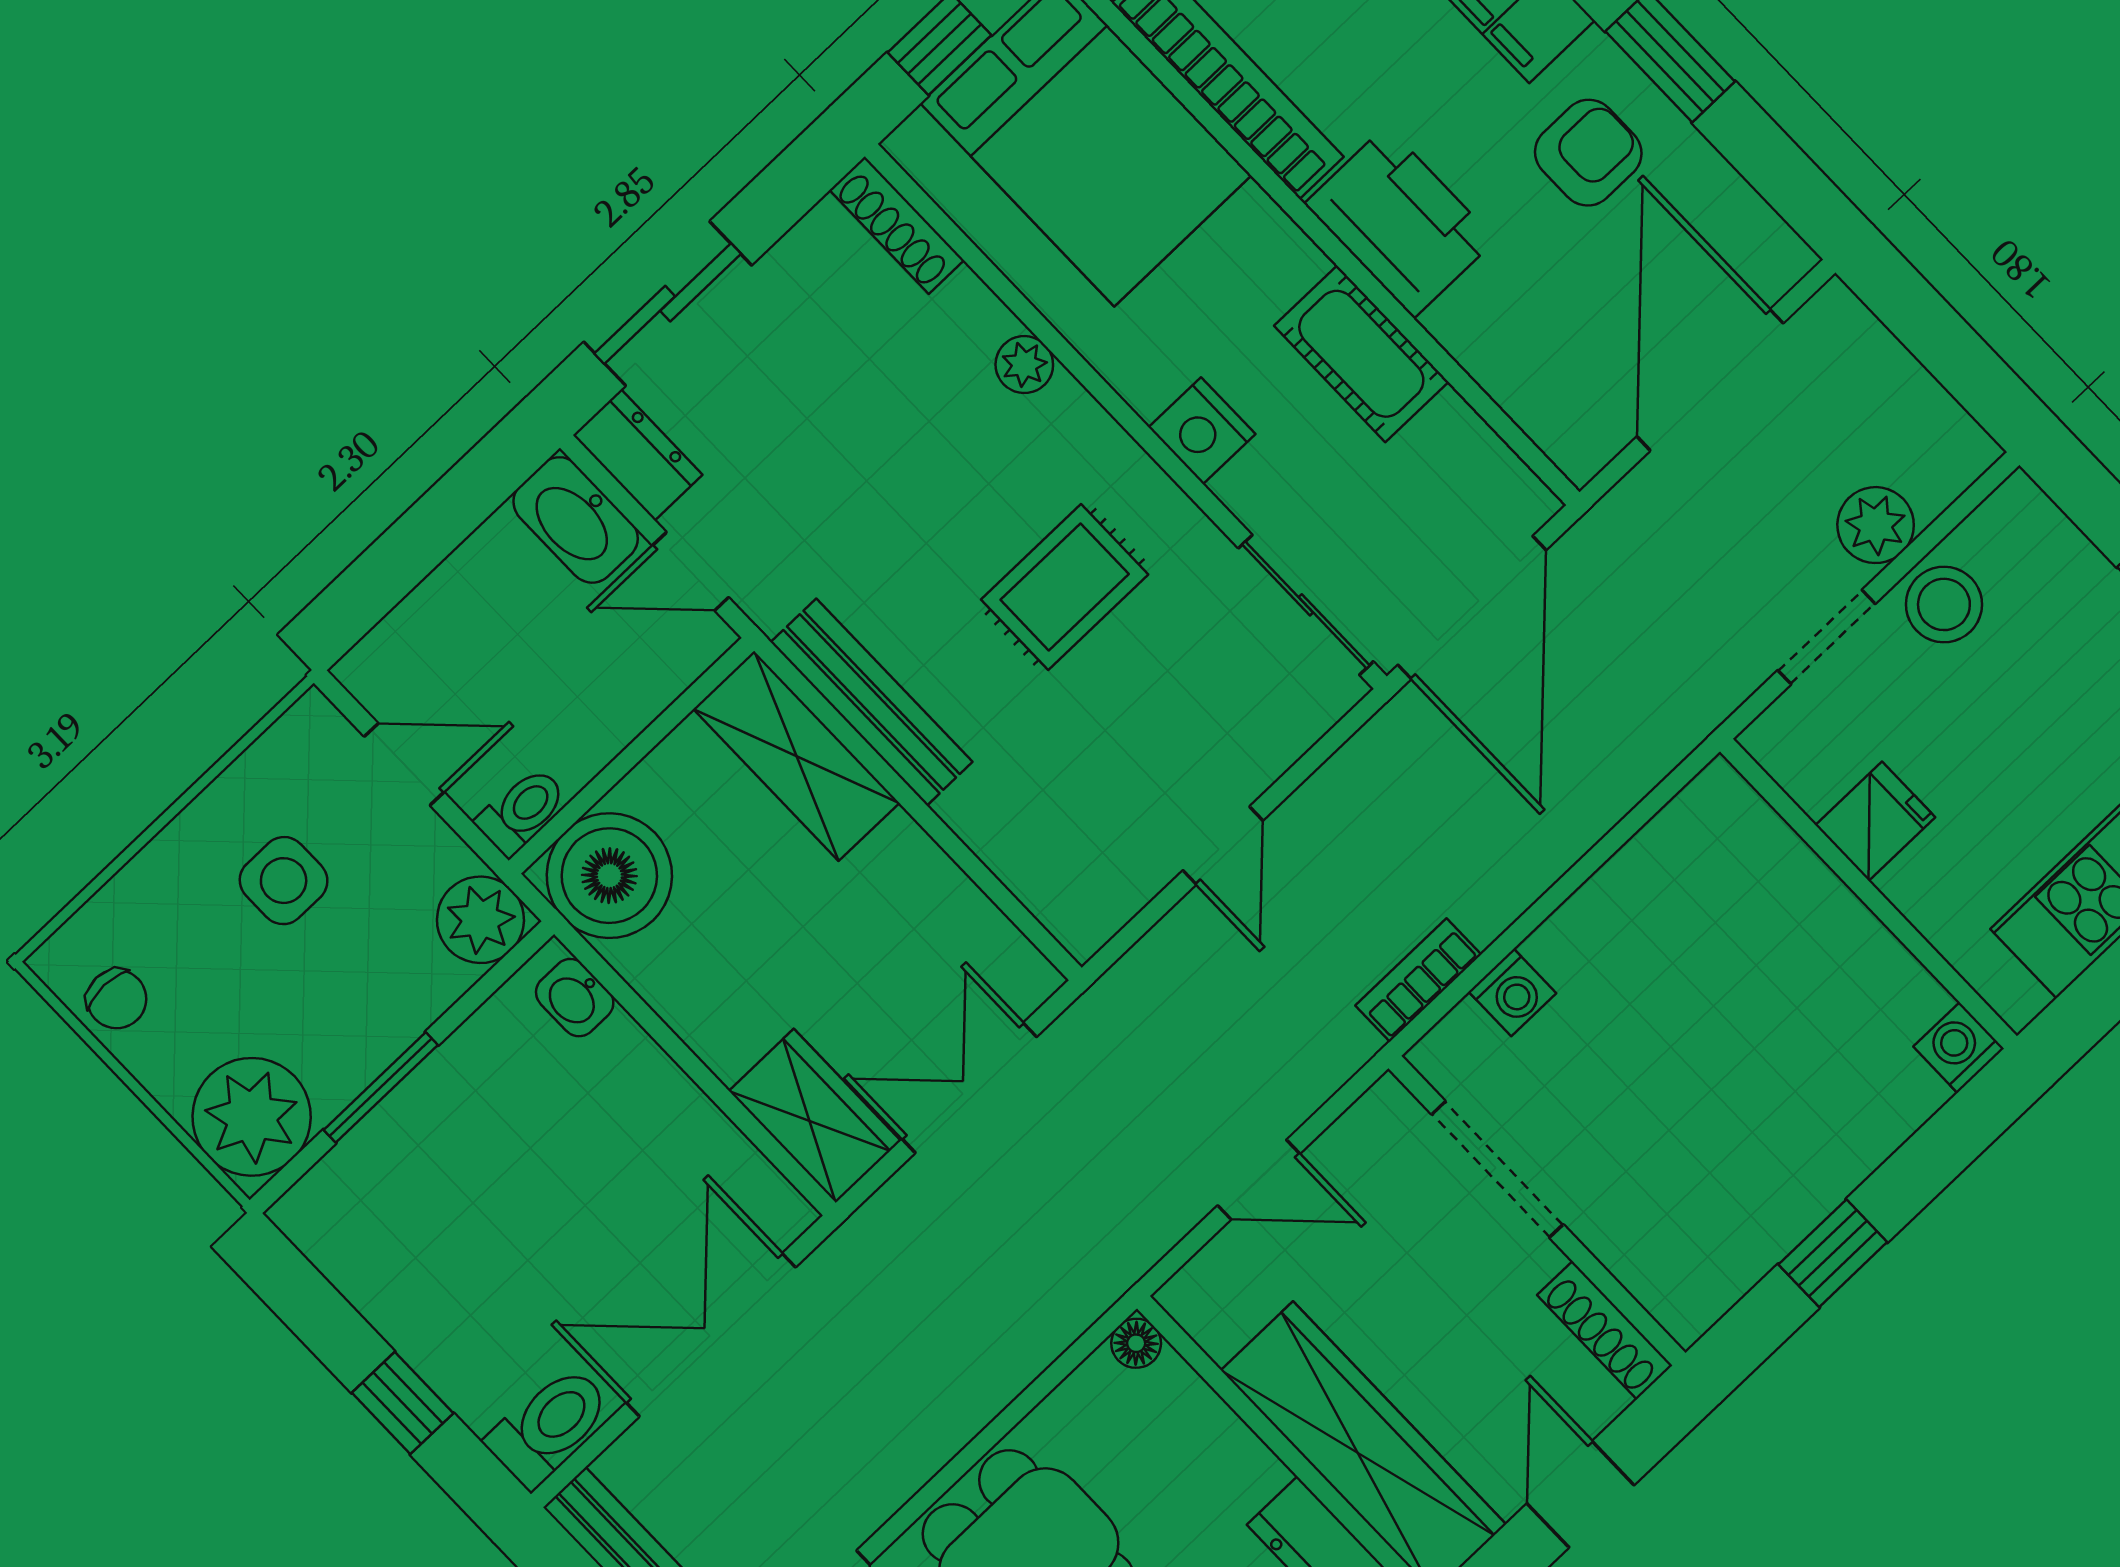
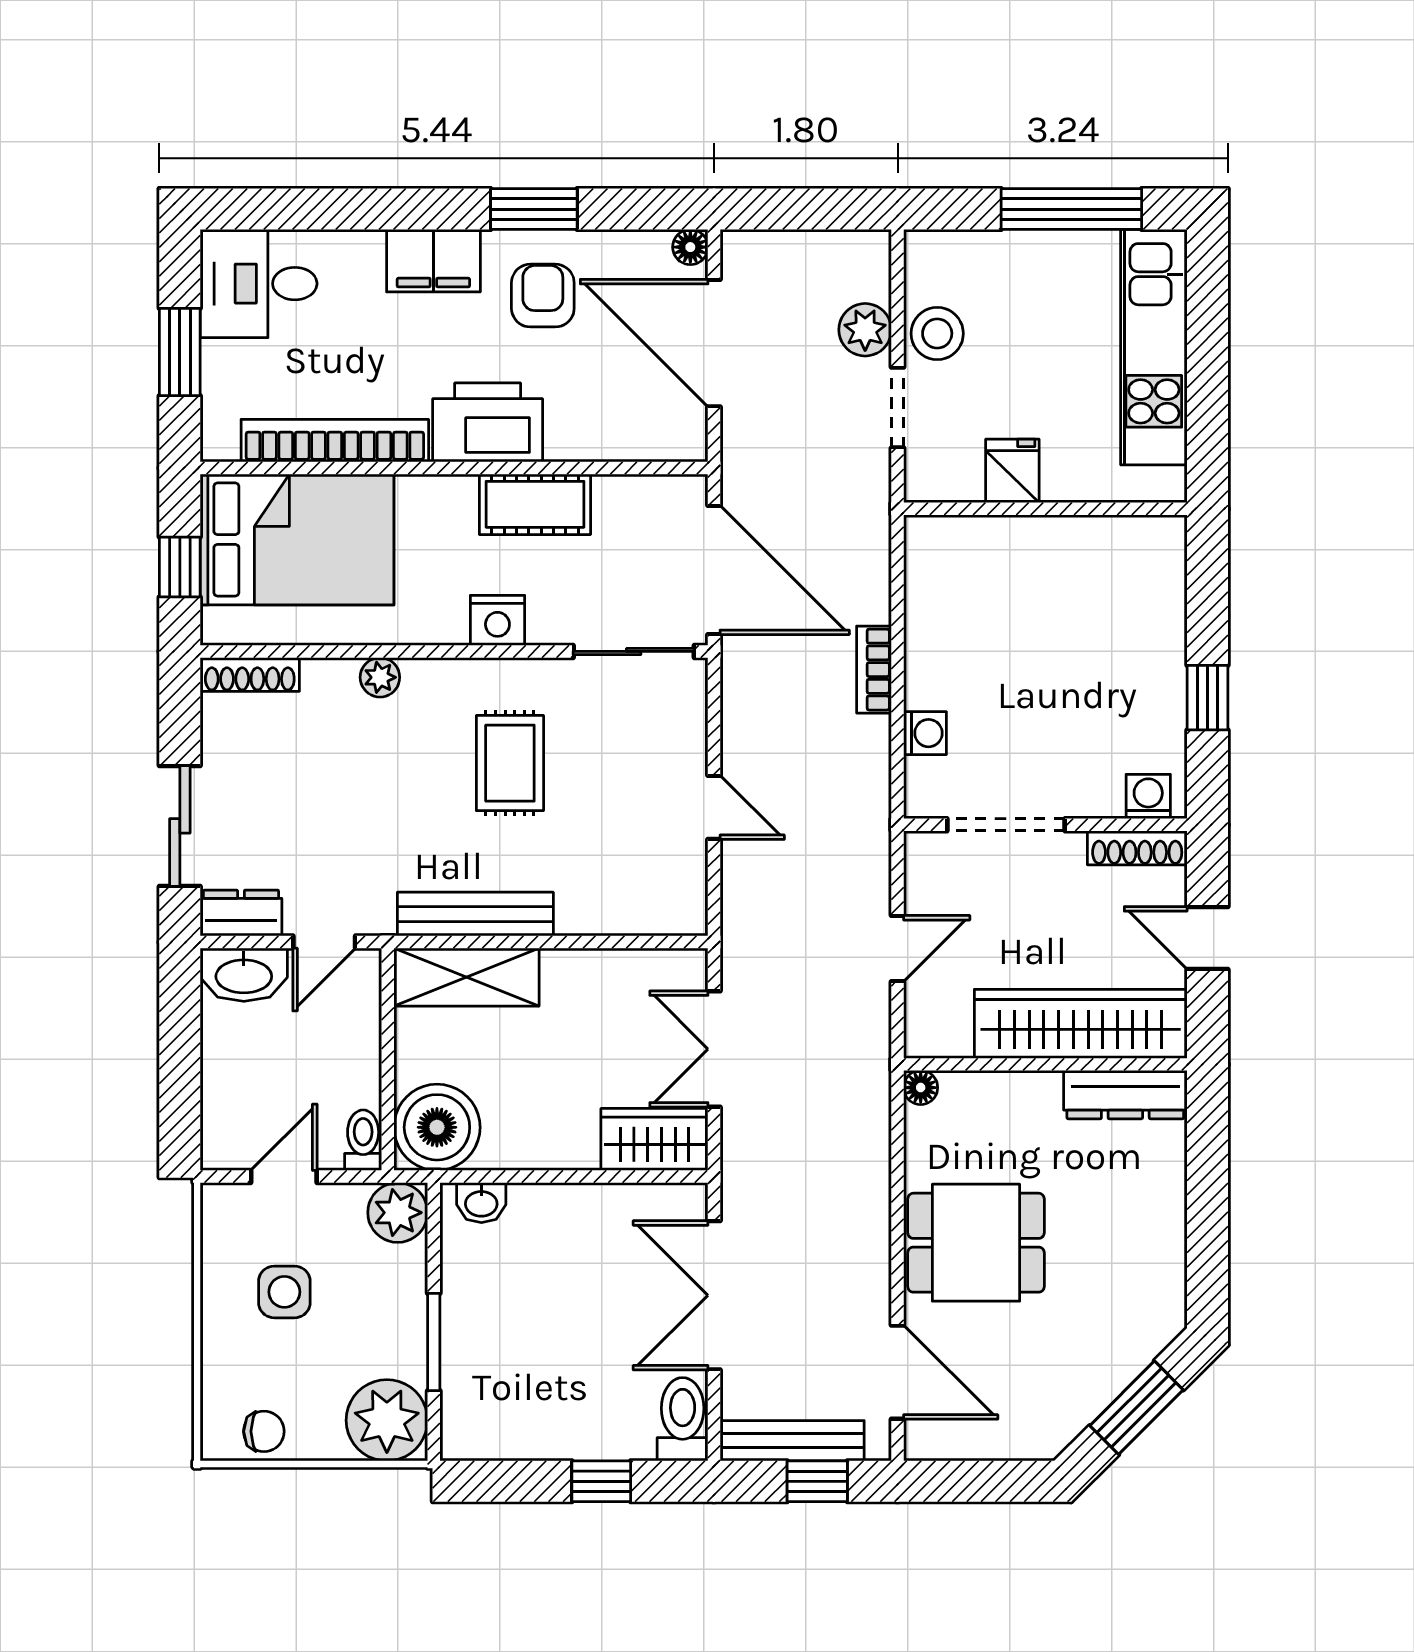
floor lamp: (1787, 259) -> (690, 247), added
bookcase: (1418, 980) -> (874, 670), moved
washing machine: (1959, 1048) -> (1148, 797), moved, turned 90

